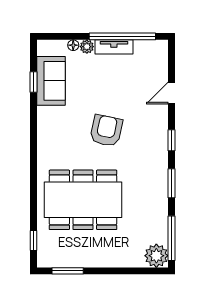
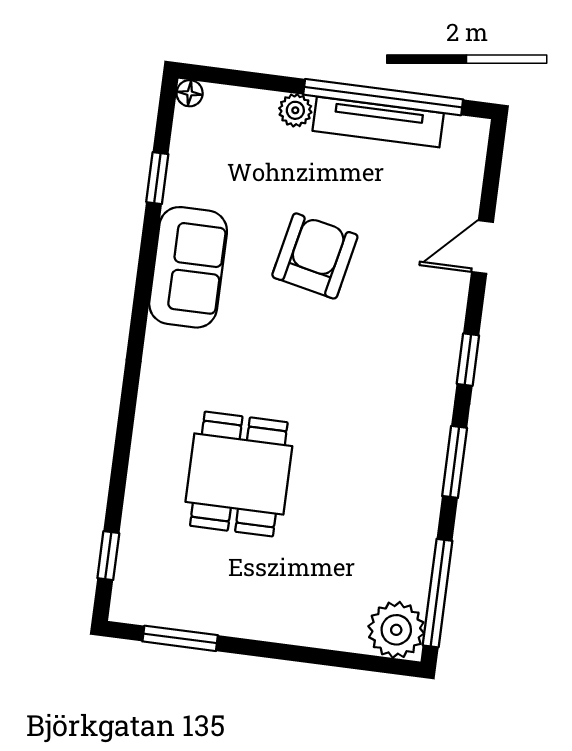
floor lamp: (73, 45) -> (190, 93), moved
tv unit: (114, 47) -> (378, 122), width x1.41
sofa: (51, 81) -> (188, 267), moved
armchair: (106, 131) -> (315, 256), moved
dining table: (83, 200) -> (239, 474), width x0.53, depth x0.80

